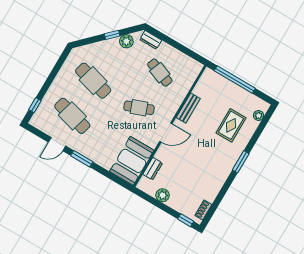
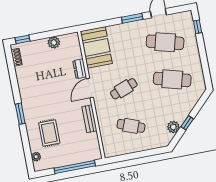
dresser: (151, 40) -> (157, 143), removed
dresser: (153, 169) -> (80, 69), moved

